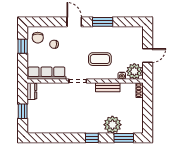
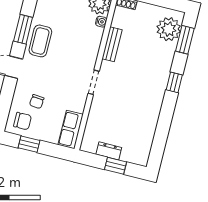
coffee table: (100, 59) -> (40, 41), moved
row of seats: (46, 73) -> (71, 130), width x0.68
dresser: (32, 91) -> (109, 151), moved
plant: (112, 125) -> (169, 29), moved

